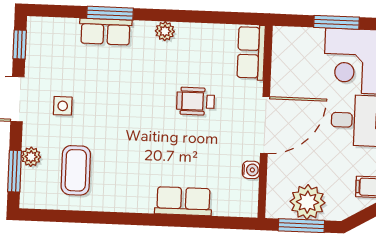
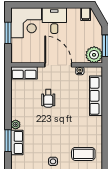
plant: (165, 31) -> (16, 125), moved
row of seats: (183, 201) -> (96, 96), width x1.48
plant: (307, 202) -> (94, 55), moved

